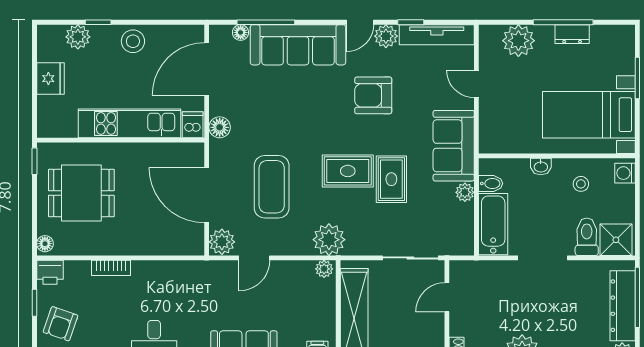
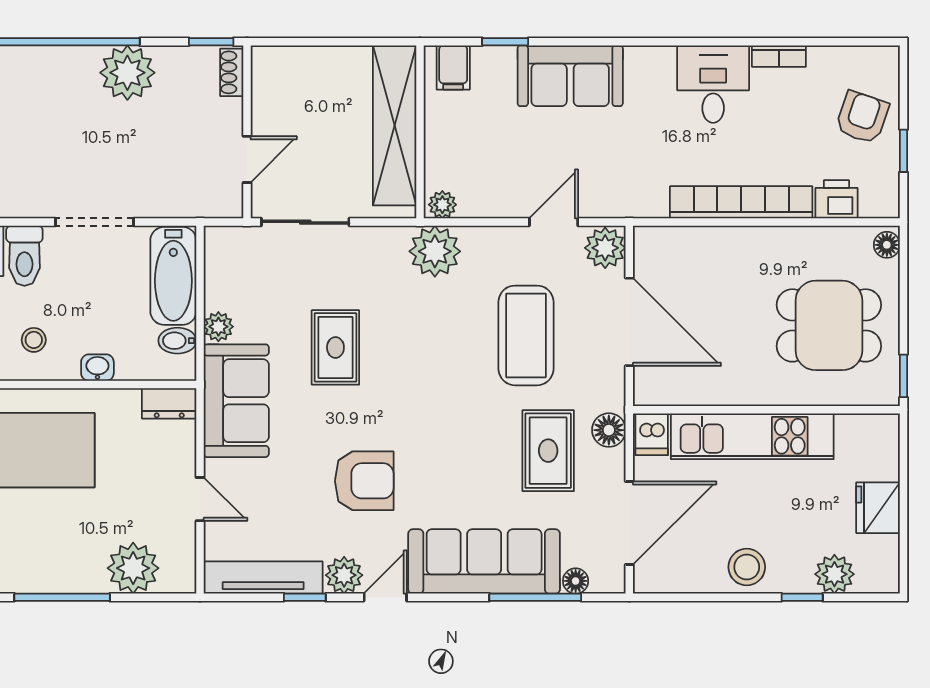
dresser: (572, 34) -> (169, 403), moved, turned 180
rug: (348, 171) -> (548, 451), moved, turned 90
bookcase: (111, 268) -> (741, 202), width x2.31, depth x1.31
printer: (50, 272) -> (836, 199), moved

